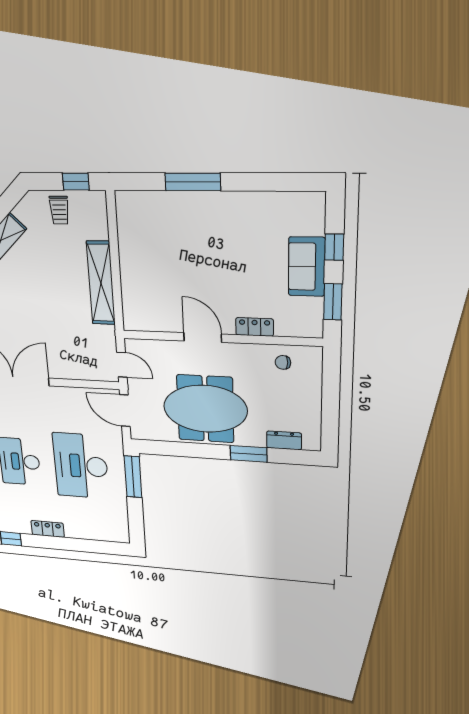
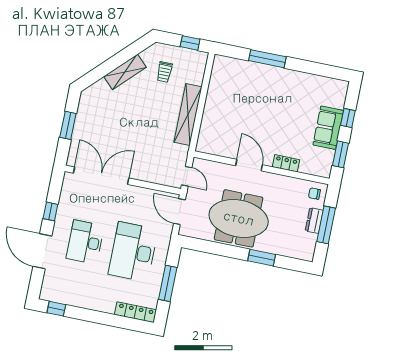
trolley: (59, 210) -> (164, 72), moved
chair: (283, 362) -> (314, 194), moved
window: (331, 401) -> (326, 225), added
dresser: (284, 440) -> (314, 221), moved, turned -90
window: (133, 477) -> (168, 283), moved
locker: (48, 529) -> (136, 312), moved, width x1.53

